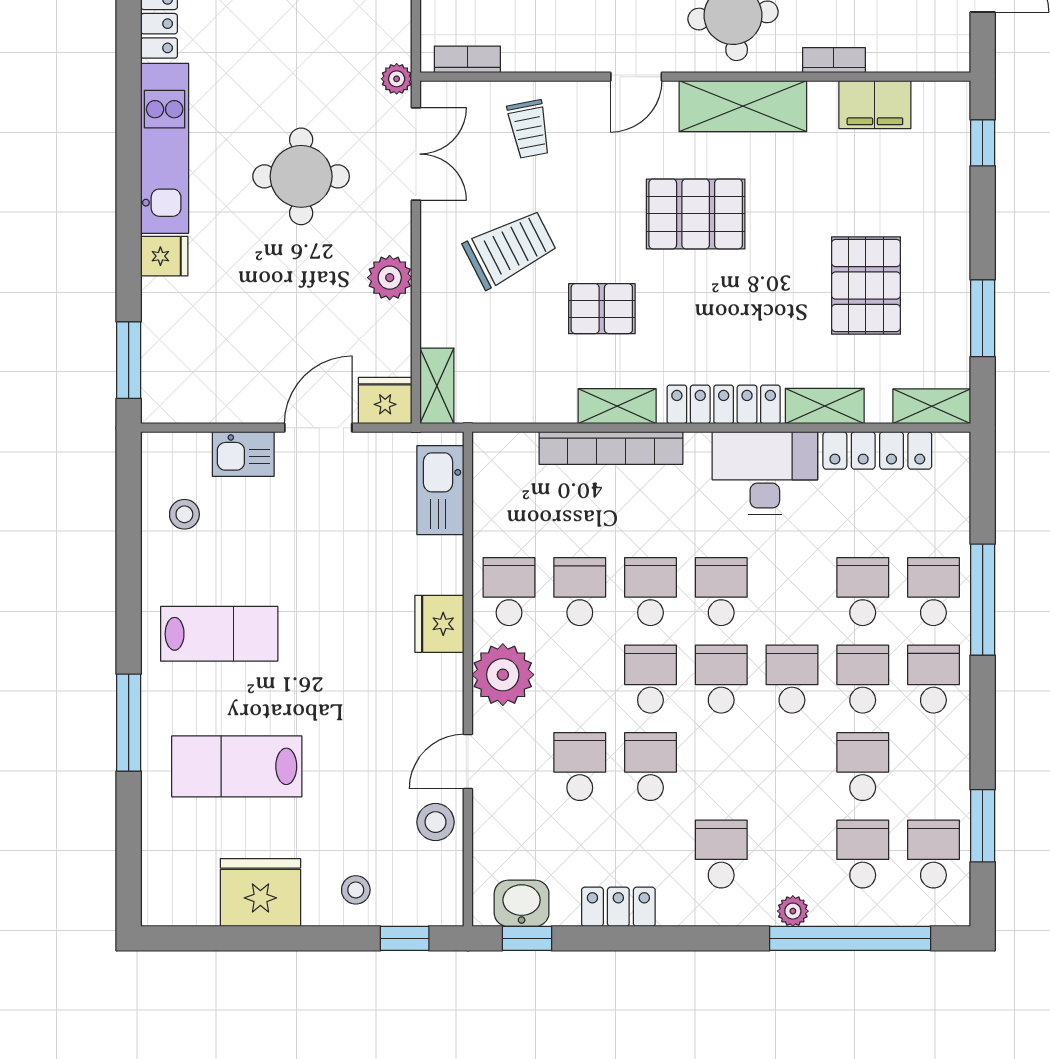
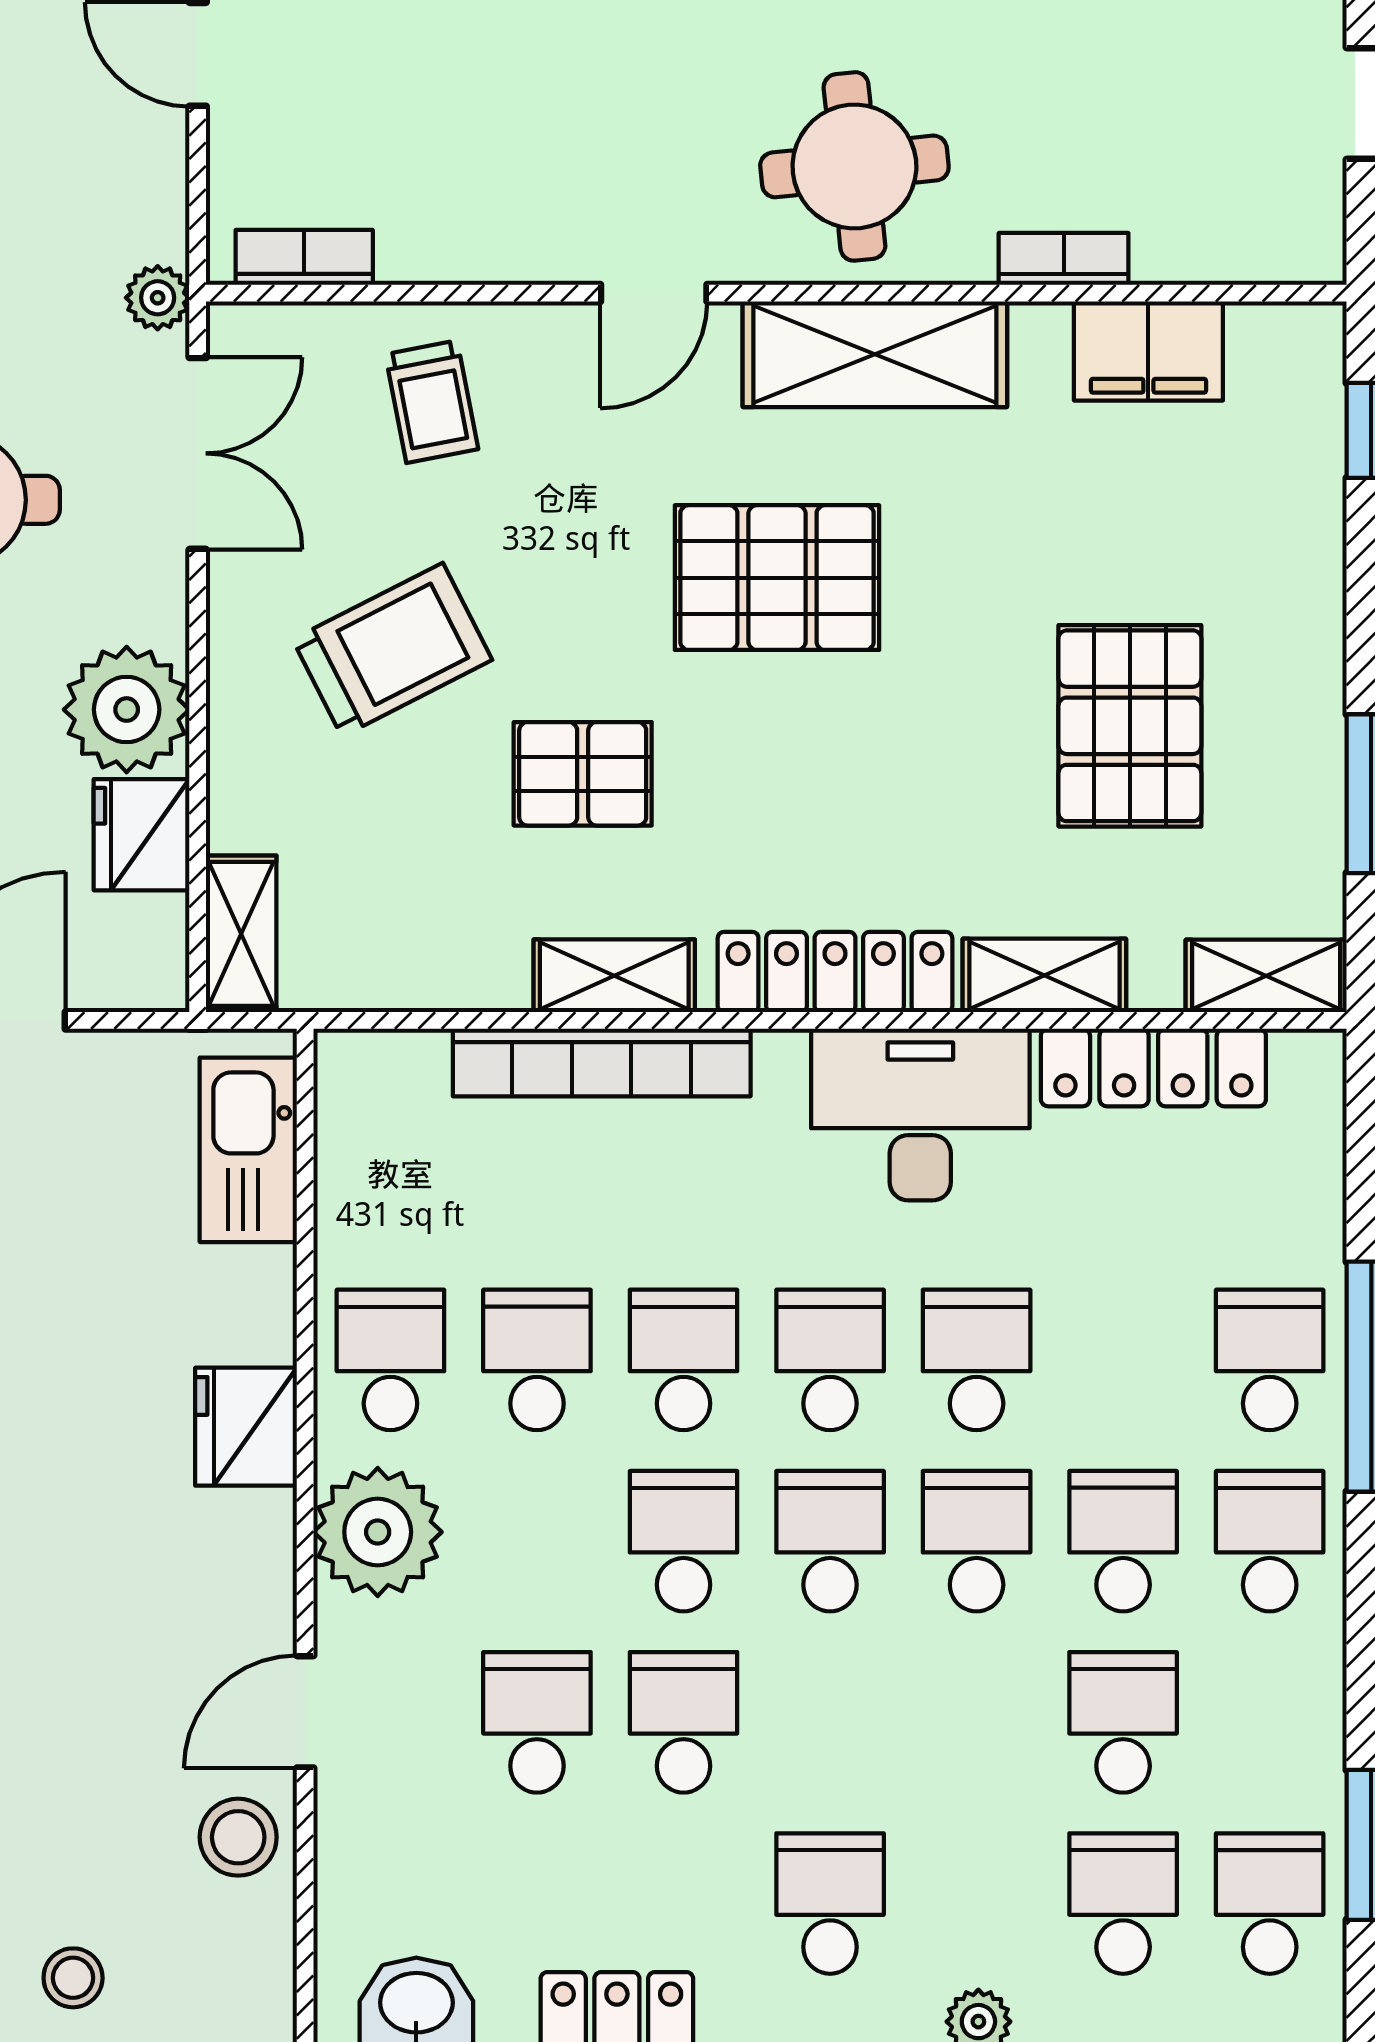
plant: (390, 278) -> (127, 710), width x1.36, depth x1.36
fridge: (385, 401) -> (142, 835), moved, turned -90
school desk: (863, 592) -> (977, 1360), moved

